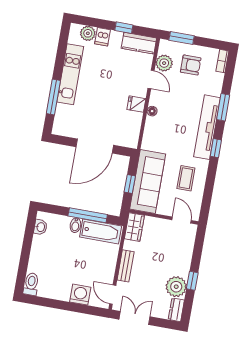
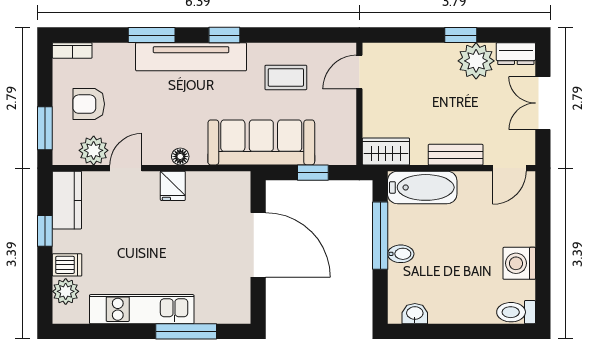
armchair: (191, 65) -> (89, 104), turned -90
sofa: (148, 181) -> (261, 142), moved
bathtub: (101, 231) -> (422, 187), moved, turned 90
washing machine: (80, 295) -> (519, 263), moved
double door: (134, 318) -> (543, 103), moved

